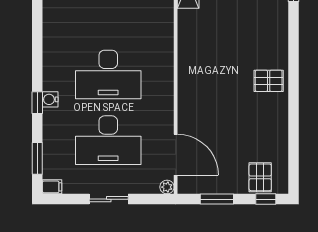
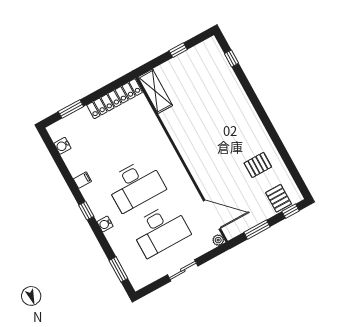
pallet: (269, 81) -> (258, 165), moved
window: (37, 103) -> (86, 211), moved
filing cabinet: (52, 187) -> (82, 180), moved

